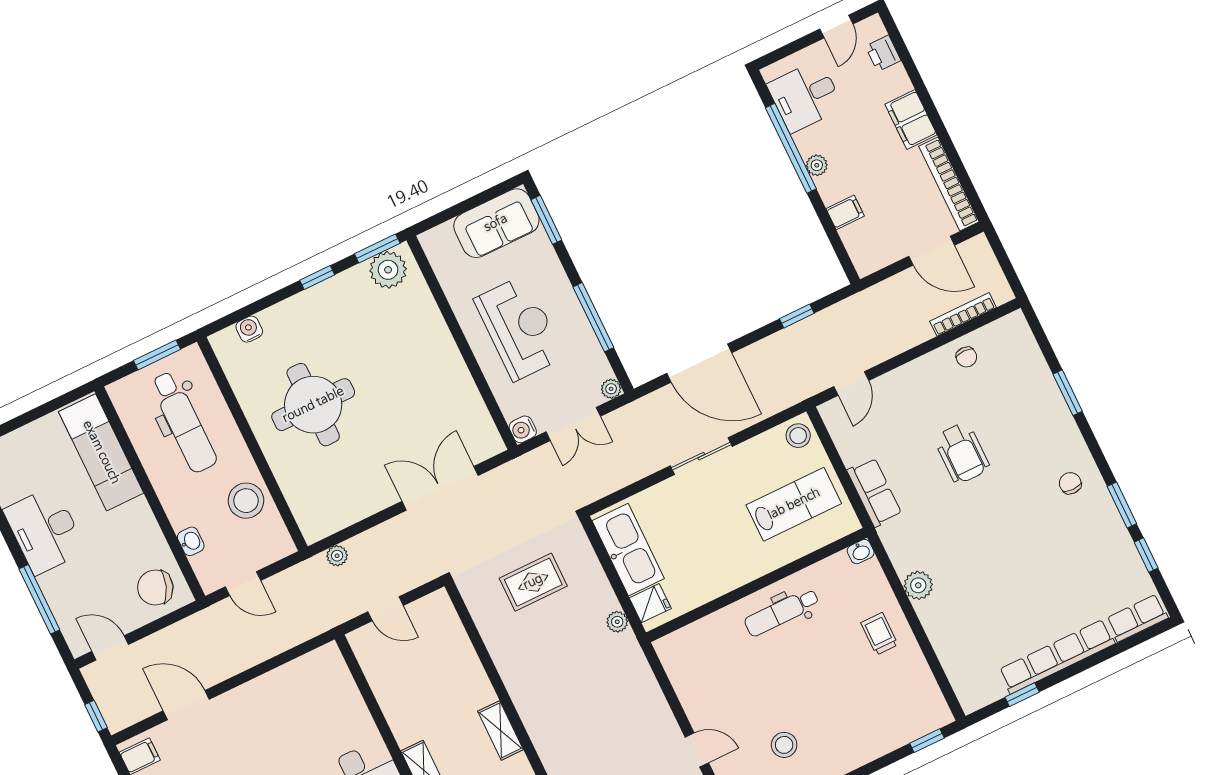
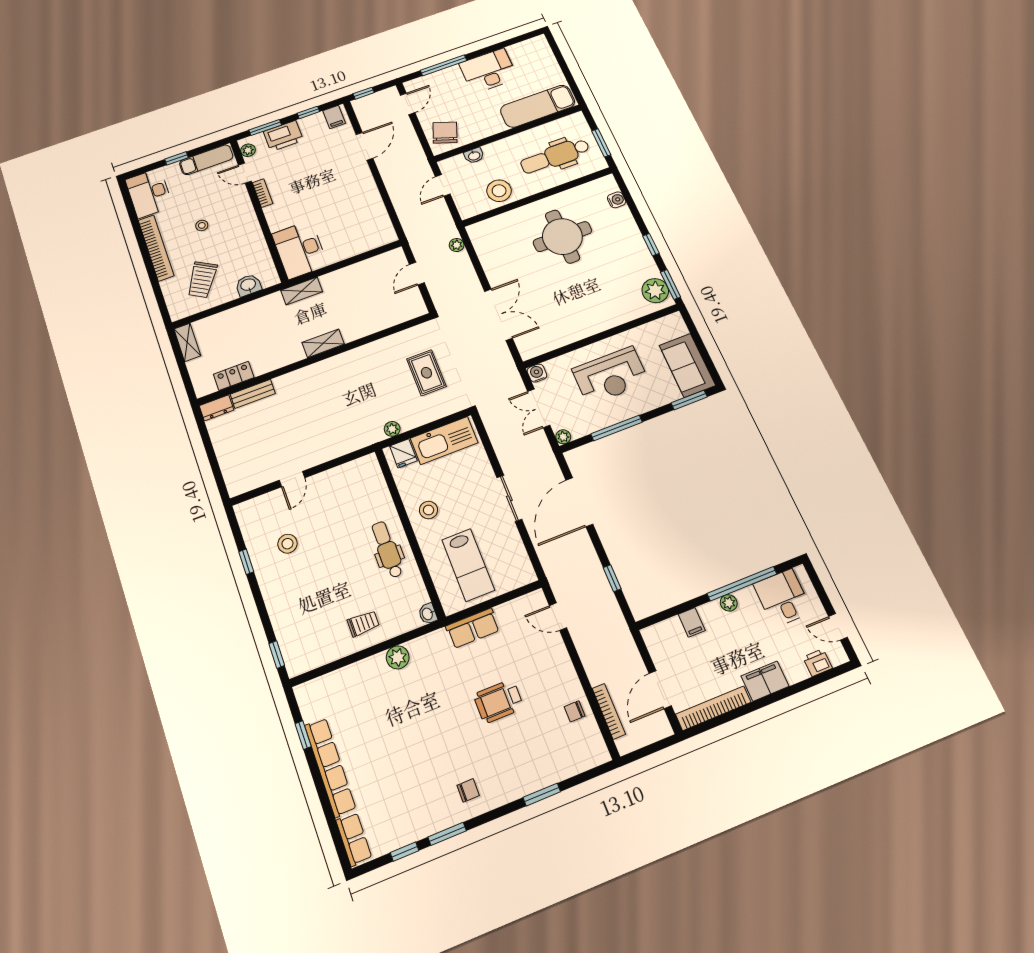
stool: (798, 436) -> (429, 510), moved

